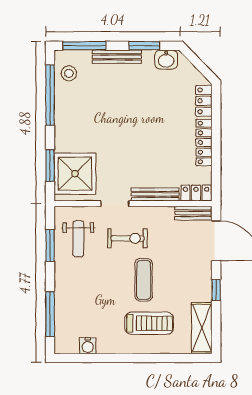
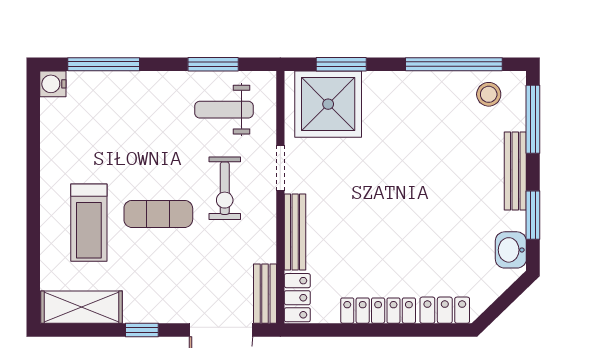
water cooler: (88, 346) -> (53, 84), moved

